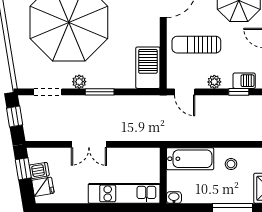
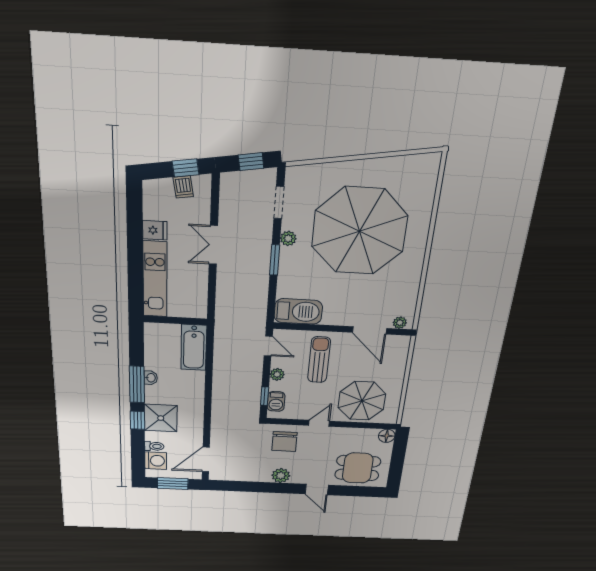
door: (185, 92) -> (268, 346), swing flipped
stool: (231, 164) -> (187, 385), removed
fridge: (43, 187) -> (155, 230), moved, turned -81
washbasin: (174, 198) -> (151, 378), moved

